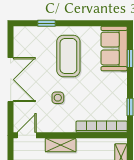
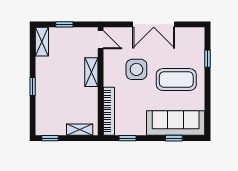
sofa: (114, 49) -> (176, 123), width x1.36
side table: (58, 98) -> (136, 69), width x1.87, depth x1.87

